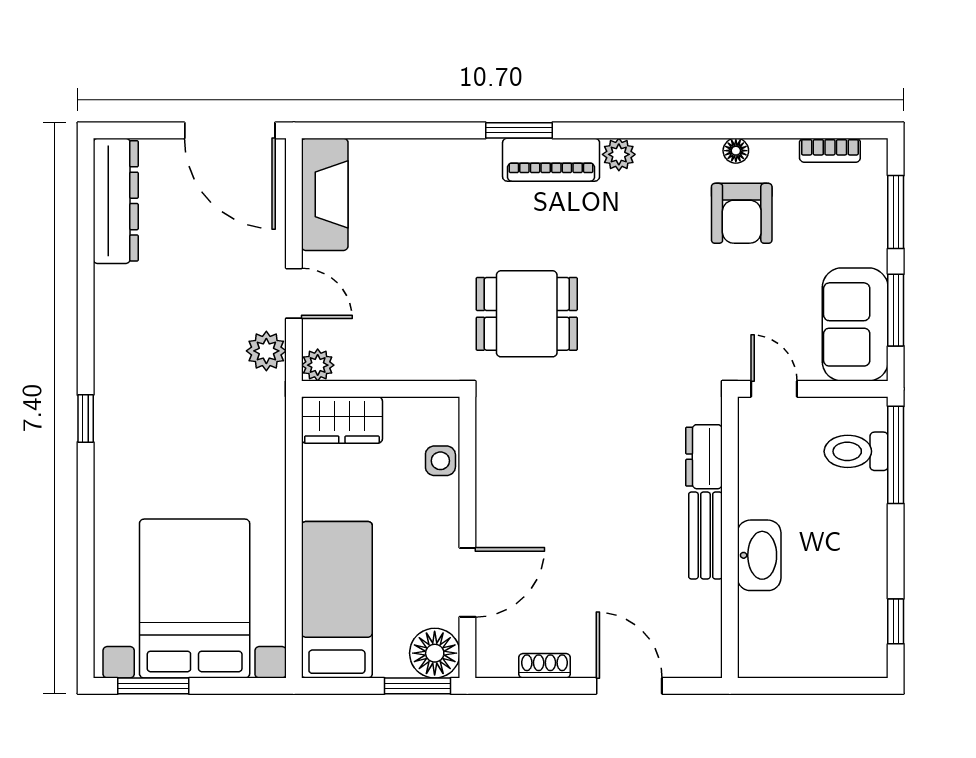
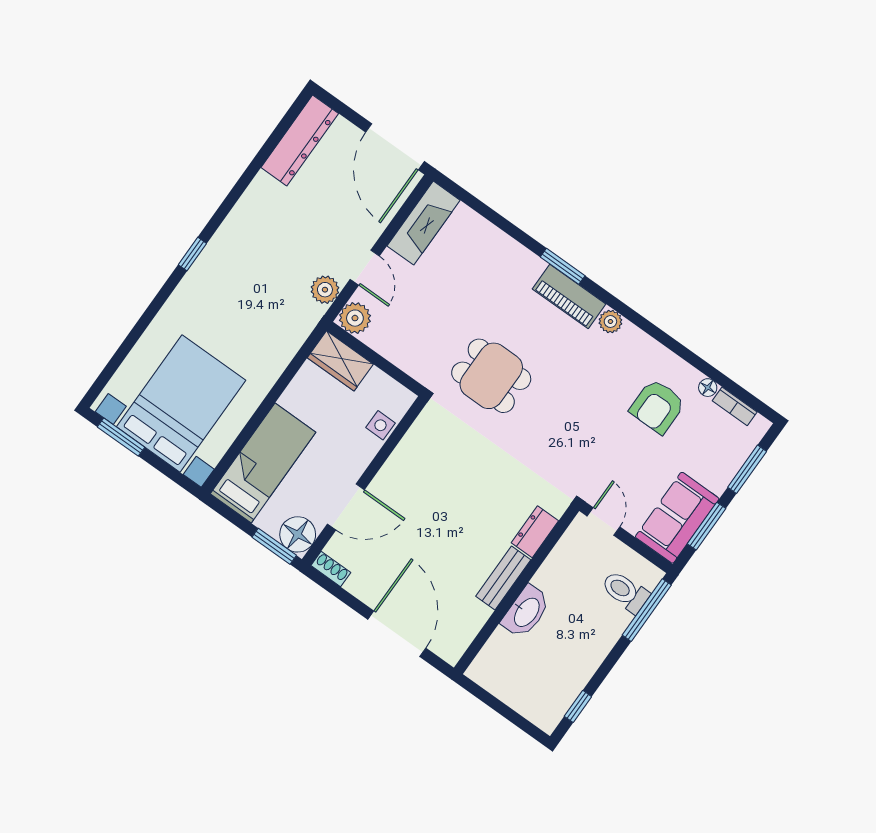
floor lamp: (736, 151) -> (708, 388), moved
plant: (318, 365) -> (355, 318), width x1.38, depth x1.38
shoe rack: (545, 666) -> (331, 569), moved
door: (629, 686) -> (397, 634), width x1.36

